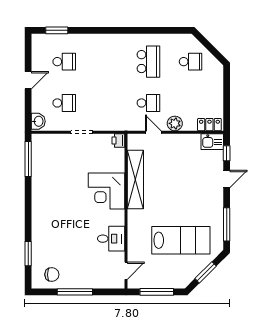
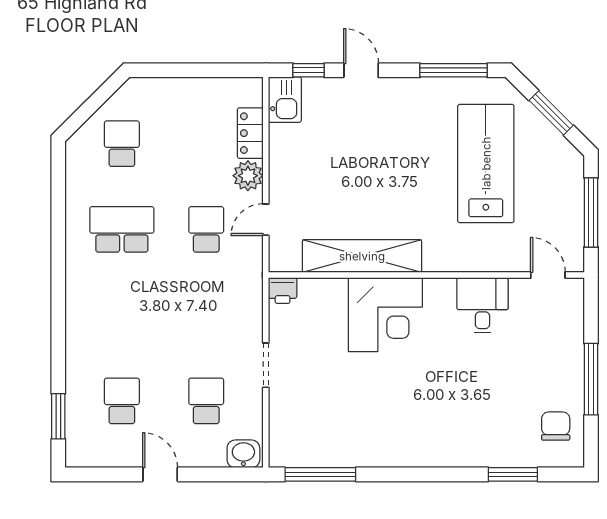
locker: (209, 125) -> (250, 133), moved

